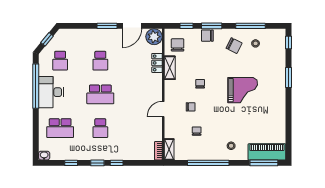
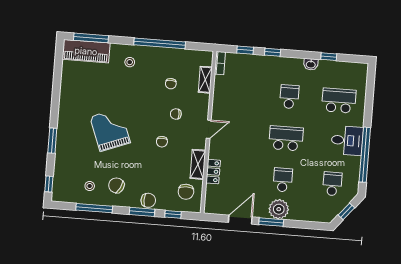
plant: (154, 37) -> (279, 209), moved
grand piano: (243, 90) -> (110, 130), turned 69
desk: (51, 92) -> (347, 140), width x0.73
door: (163, 109) -> (209, 129), moved
shelving: (169, 149) -> (205, 80), moved
washbasin: (44, 156) -> (311, 64), moved
window: (97, 163) -> (245, 50), moved

